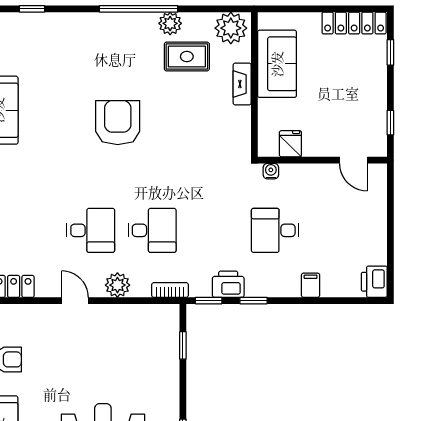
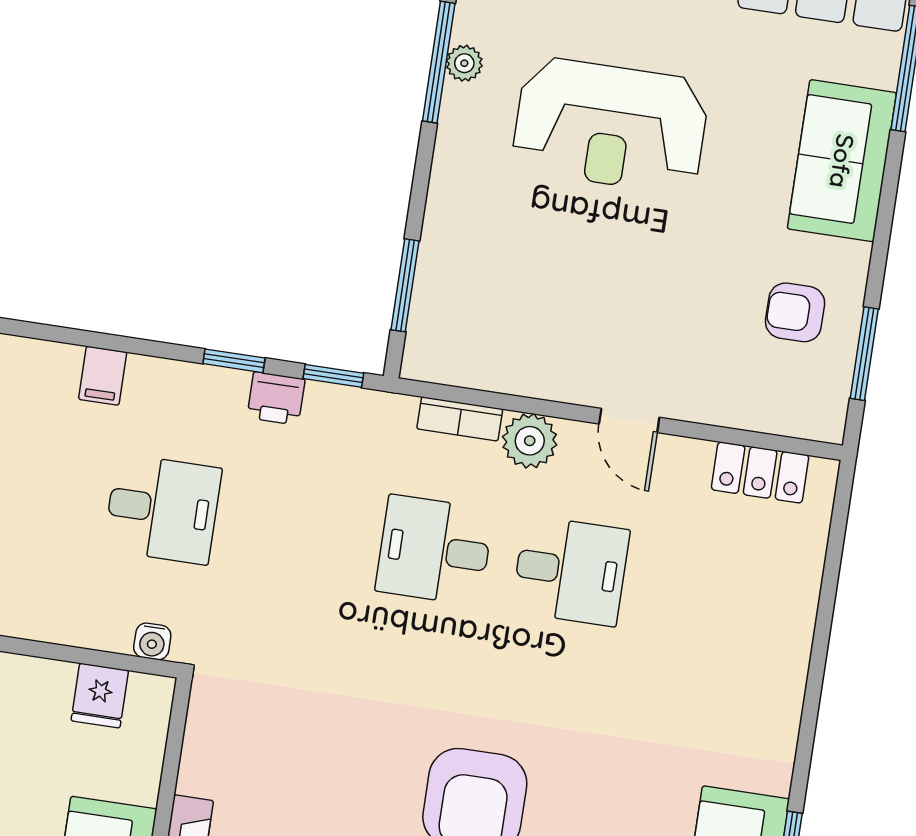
desk: (91, 230) -> (571, 571), turned 180
printer: (228, 284) -> (276, 398), width x0.73, depth x0.81
bookcase: (170, 290) -> (460, 419), moved
window: (183, 345) -> (405, 285), width x1.50

